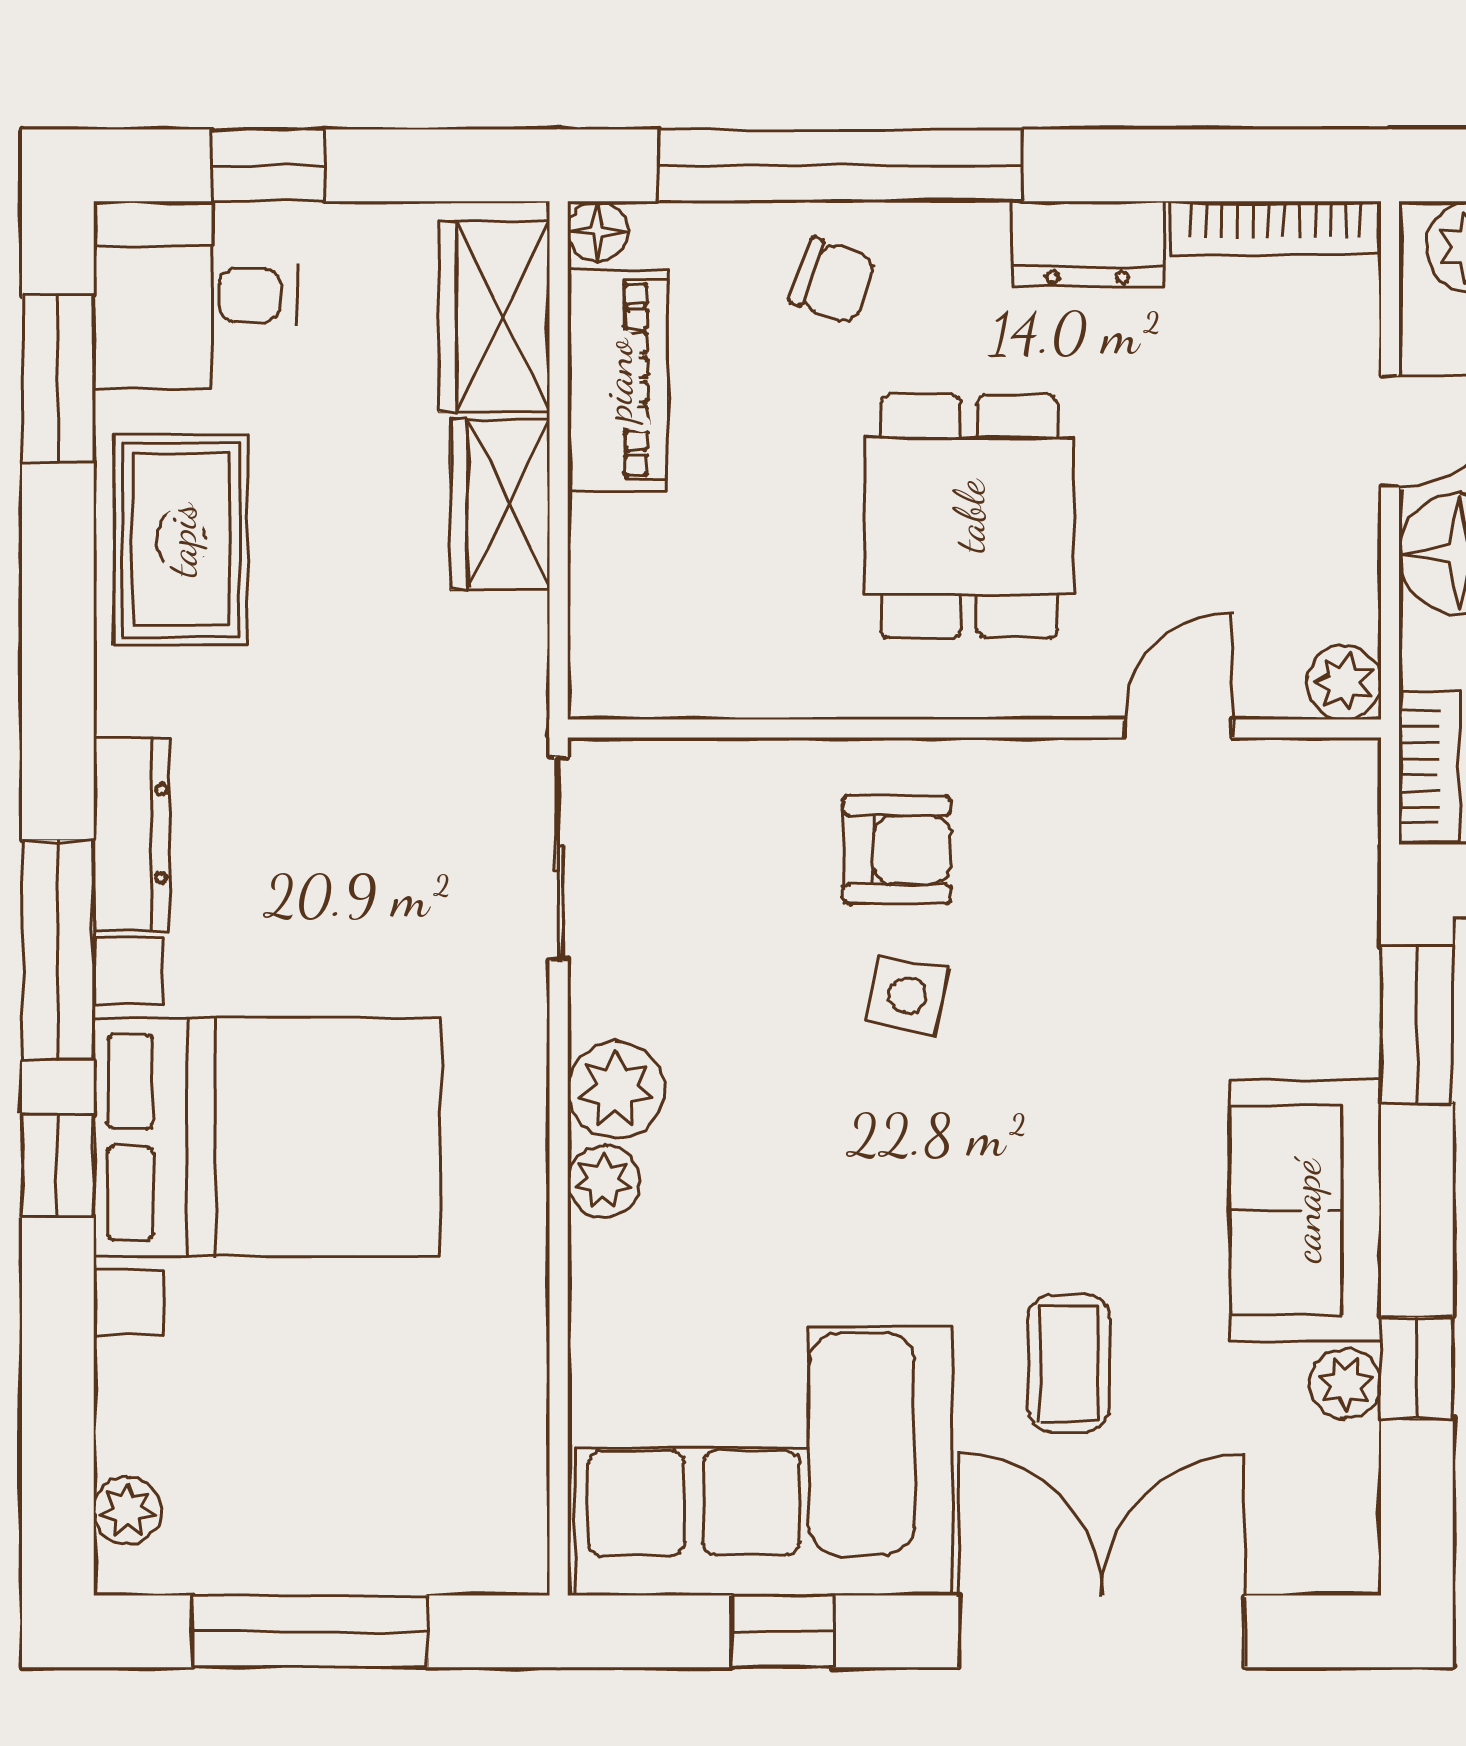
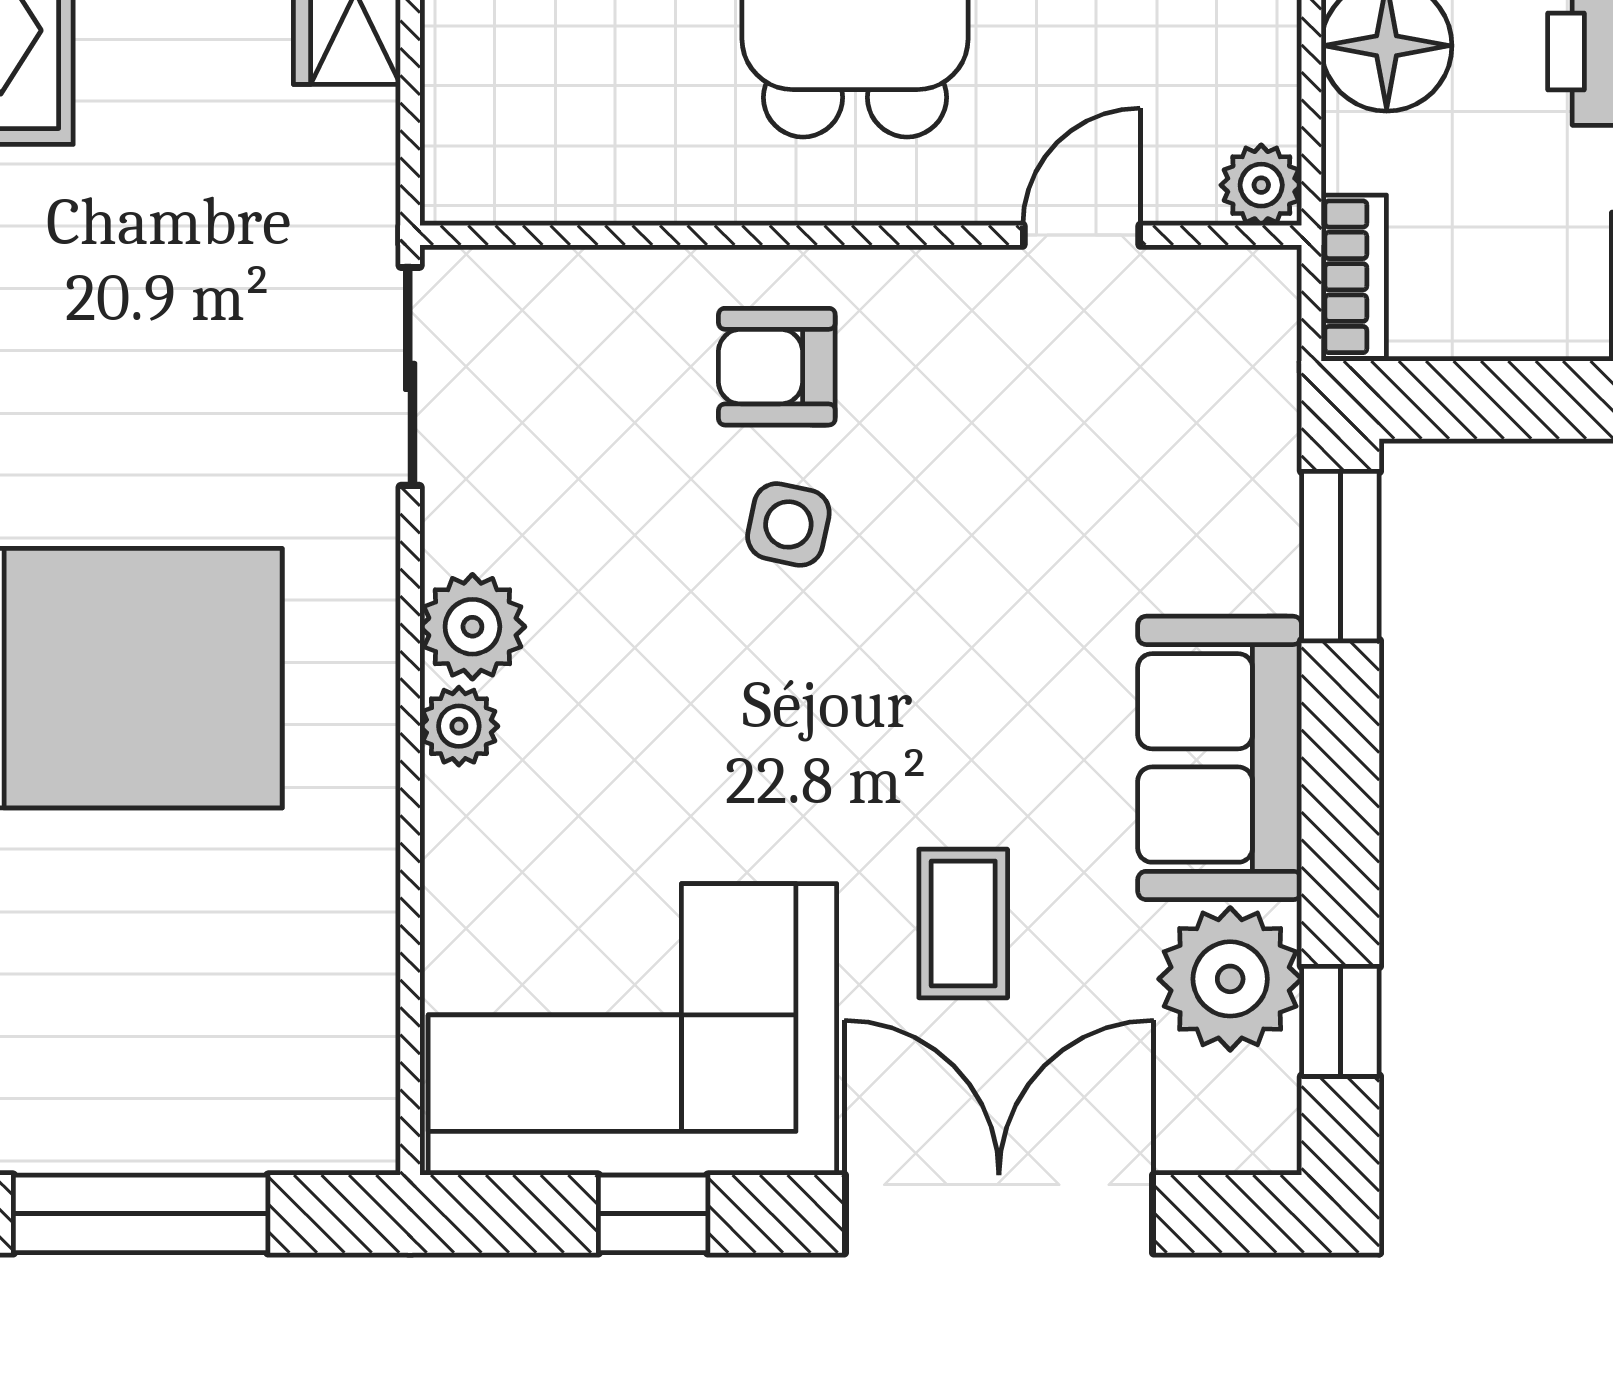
armchair: (897, 850) -> (777, 367), turned 180
window: (1417, 1368) -> (1340, 1021), moved
plant: (1346, 1384) -> (1230, 979), width x1.88, depth x1.88

